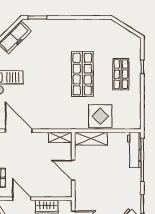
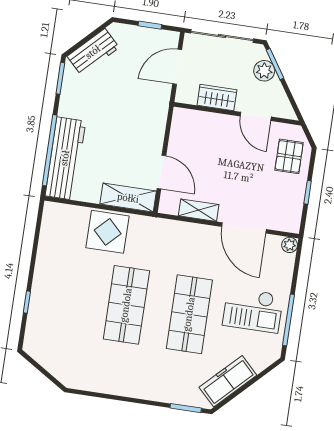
shop shelf: (121, 74) -> (189, 314), moved, width x1.43, depth x1.36
shelving: (60, 137) -> (199, 210), moved
workbench: (134, 150) -> (65, 158), width x1.36, depth x1.32
door: (73, 170) -> (161, 172), moved

